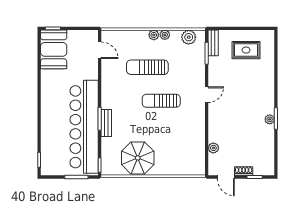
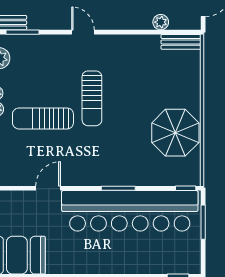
door: (100, 50) -> (48, 188), moved
sun lounger: (147, 67) -> (43, 118), turned 90
bench: (106, 123) -> (181, 42), moved

